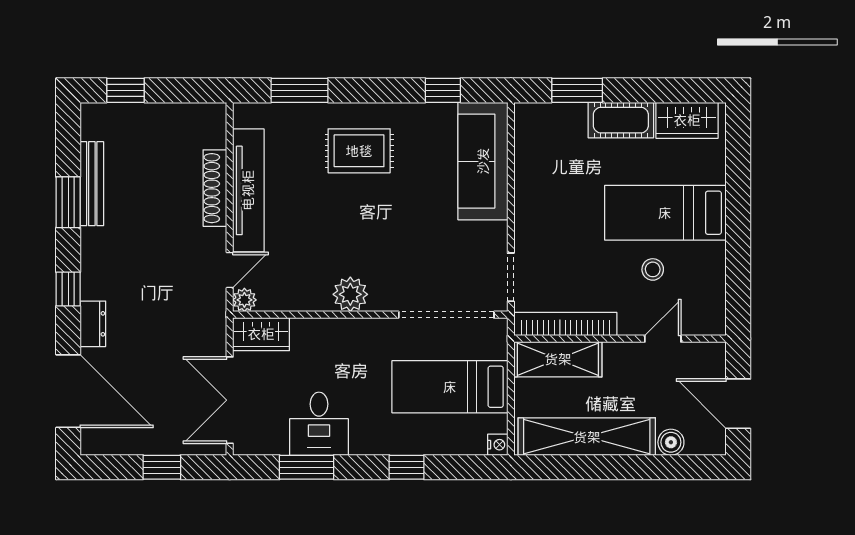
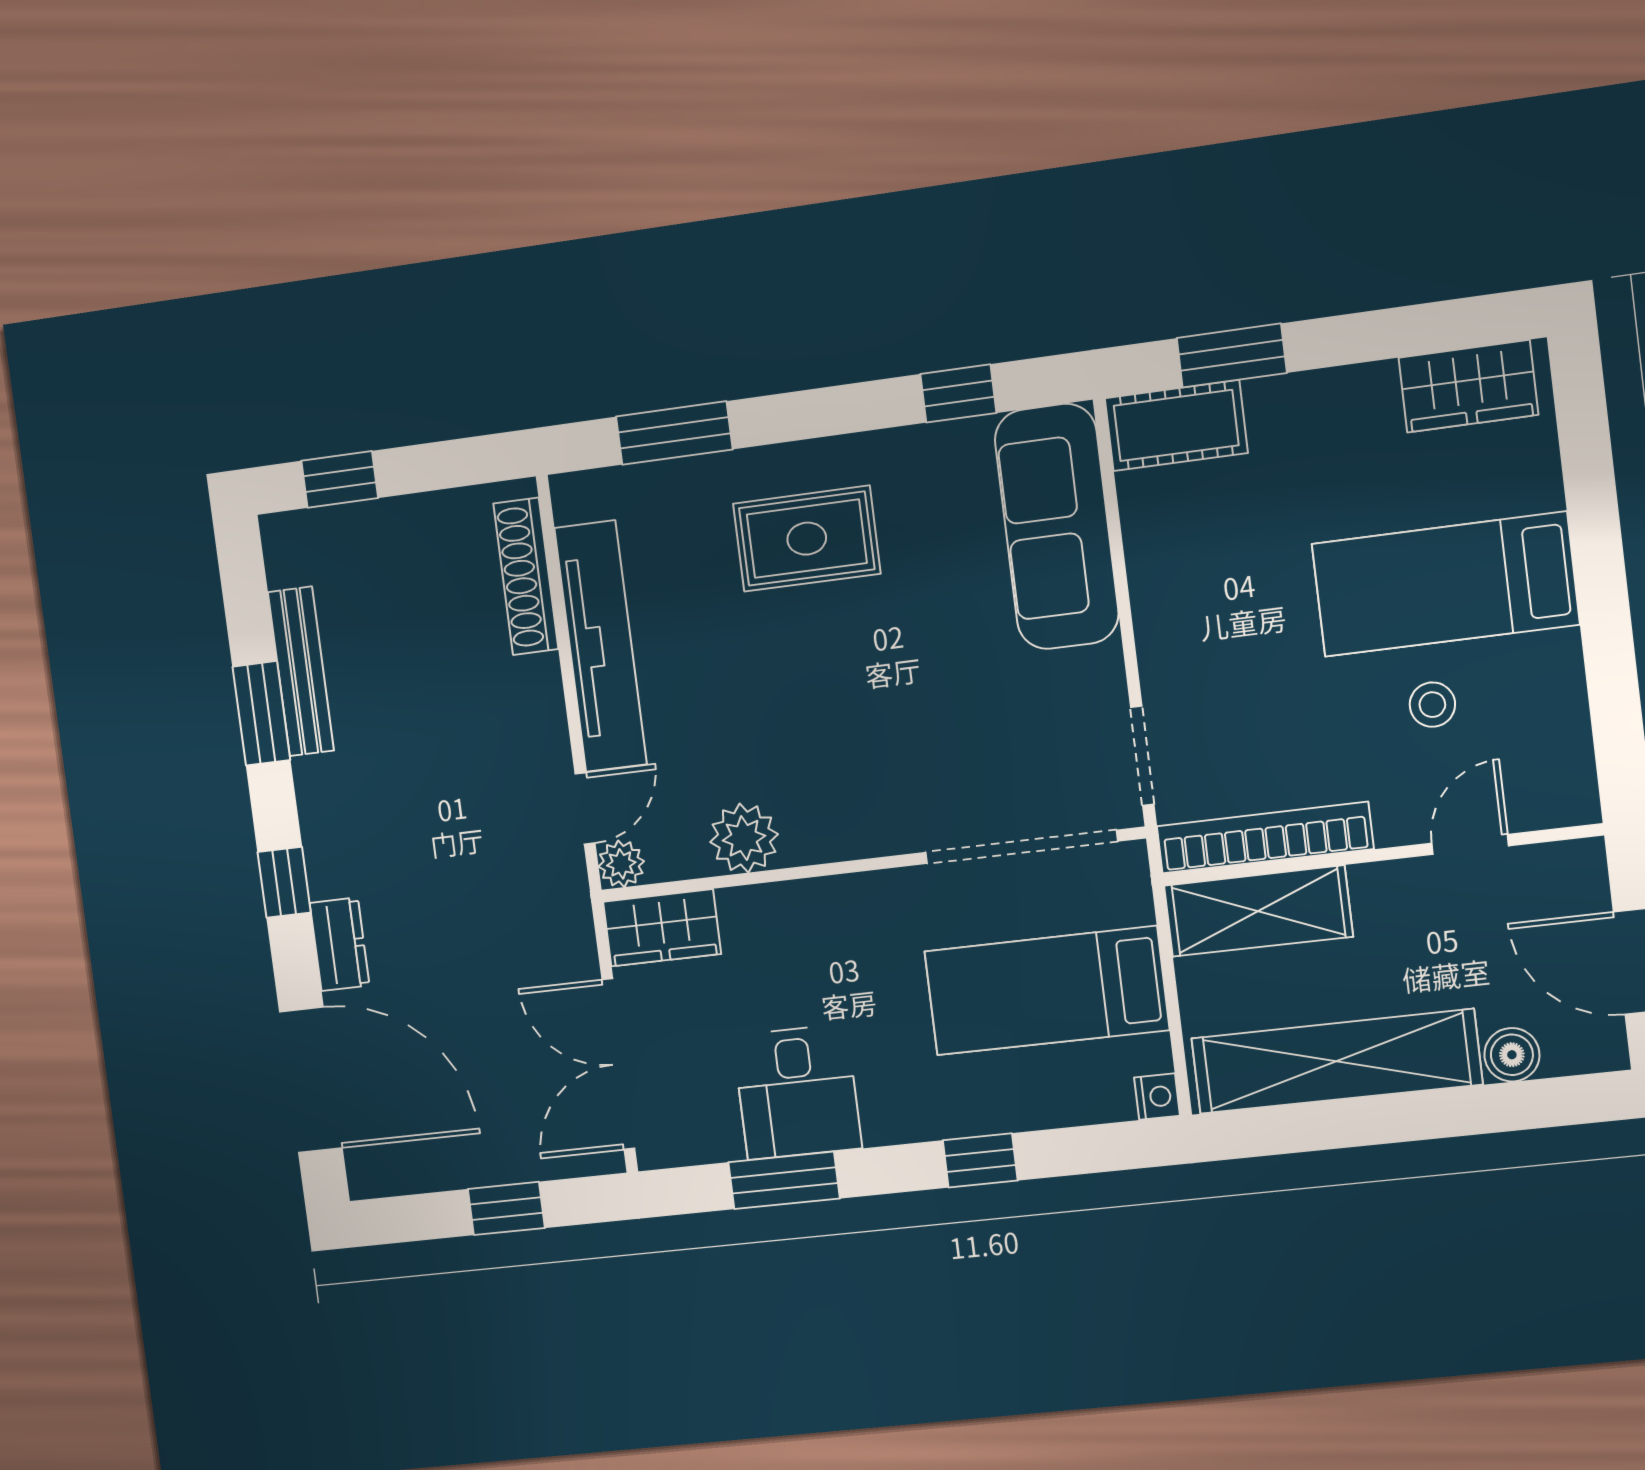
cot: (621, 120) -> (1176, 425), moved
shoe rack: (215, 188) -> (526, 576), moved
plant: (350, 294) -> (744, 838), moved

